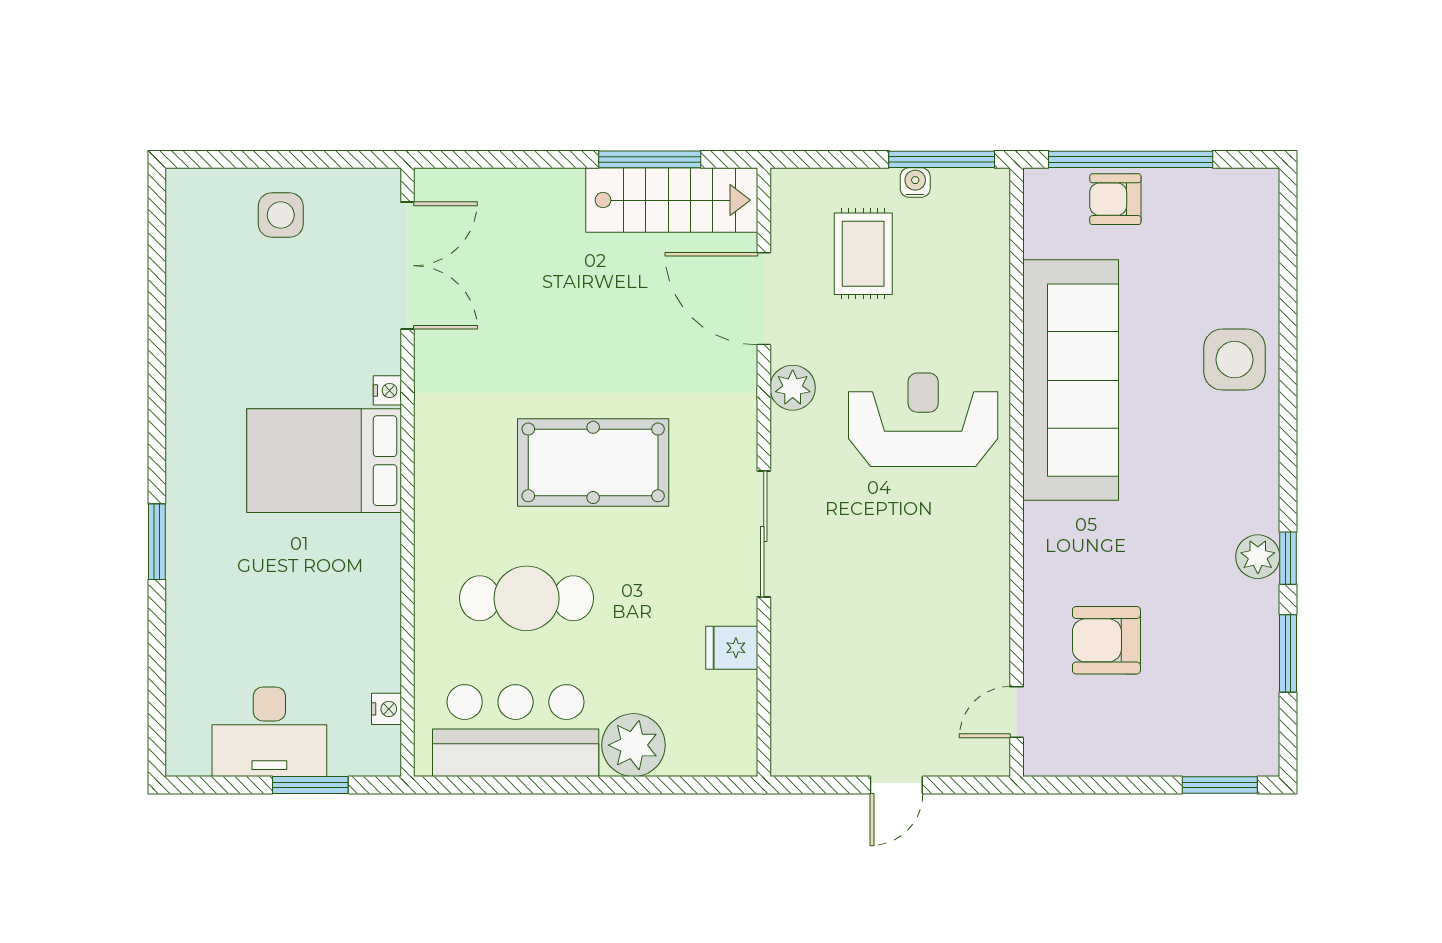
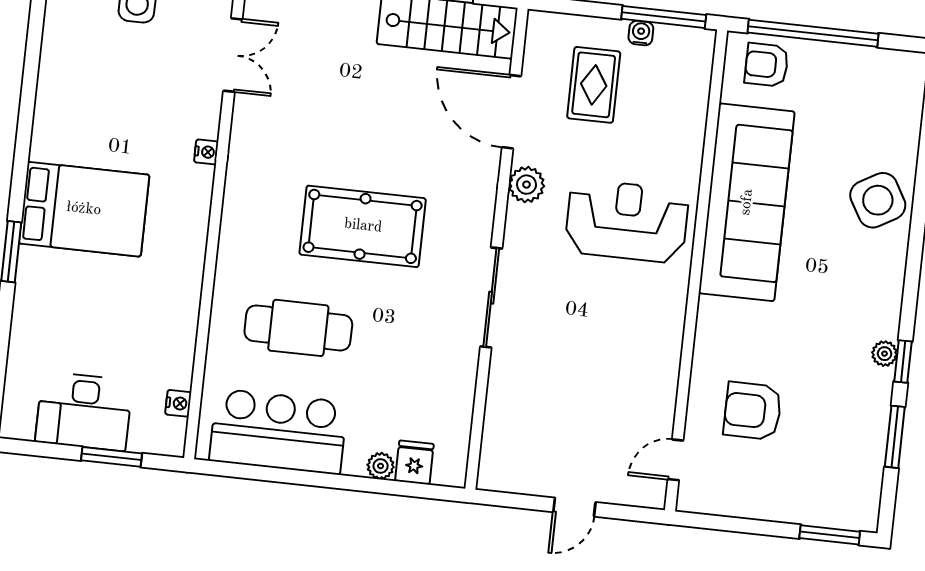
armchair: (1115, 199) -> (767, 65), moved
double door: (407, 266) -> (233, 55), width x0.73
side table: (1235, 360) -> (878, 200), turned -30
bed: (324, 461) -> (84, 209), moved, turned 180
plant: (1258, 557) -> (885, 354), width x0.73, depth x0.73
fridge: (732, 648) -> (414, 462), moved, turned 90
plant: (633, 745) -> (381, 466), width x0.53, depth x0.53

